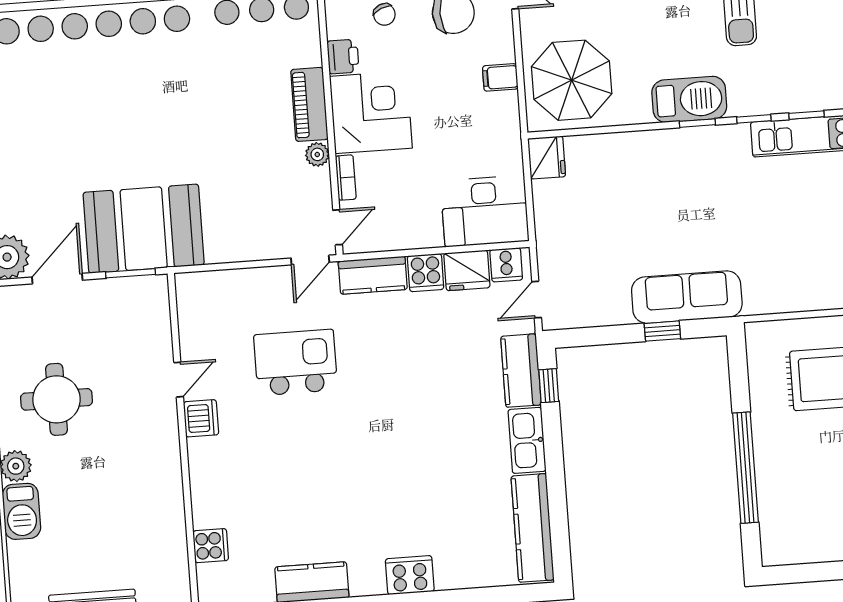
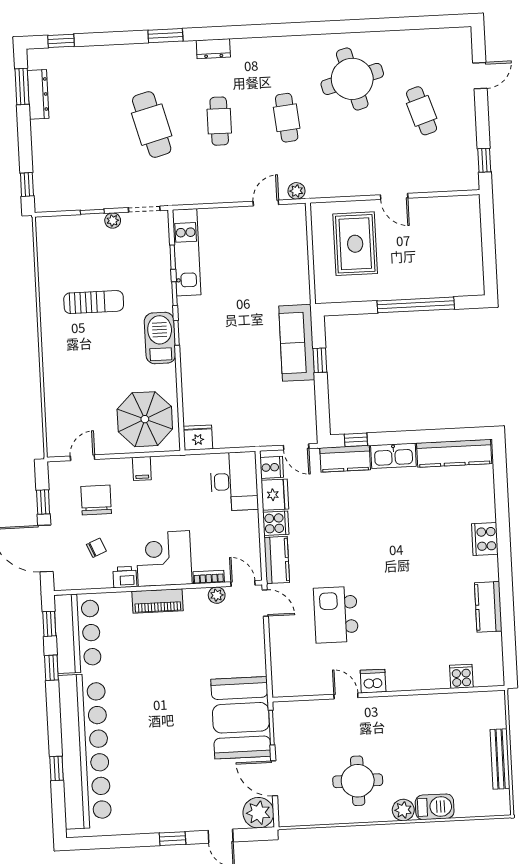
plant: (317, 154) -> (217, 595), moved

